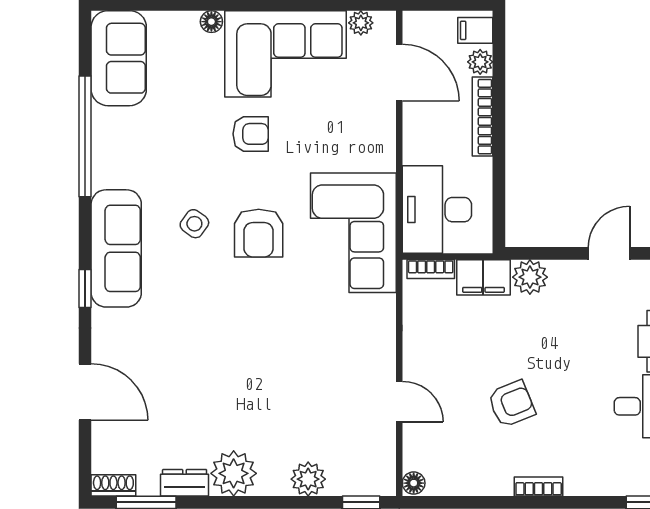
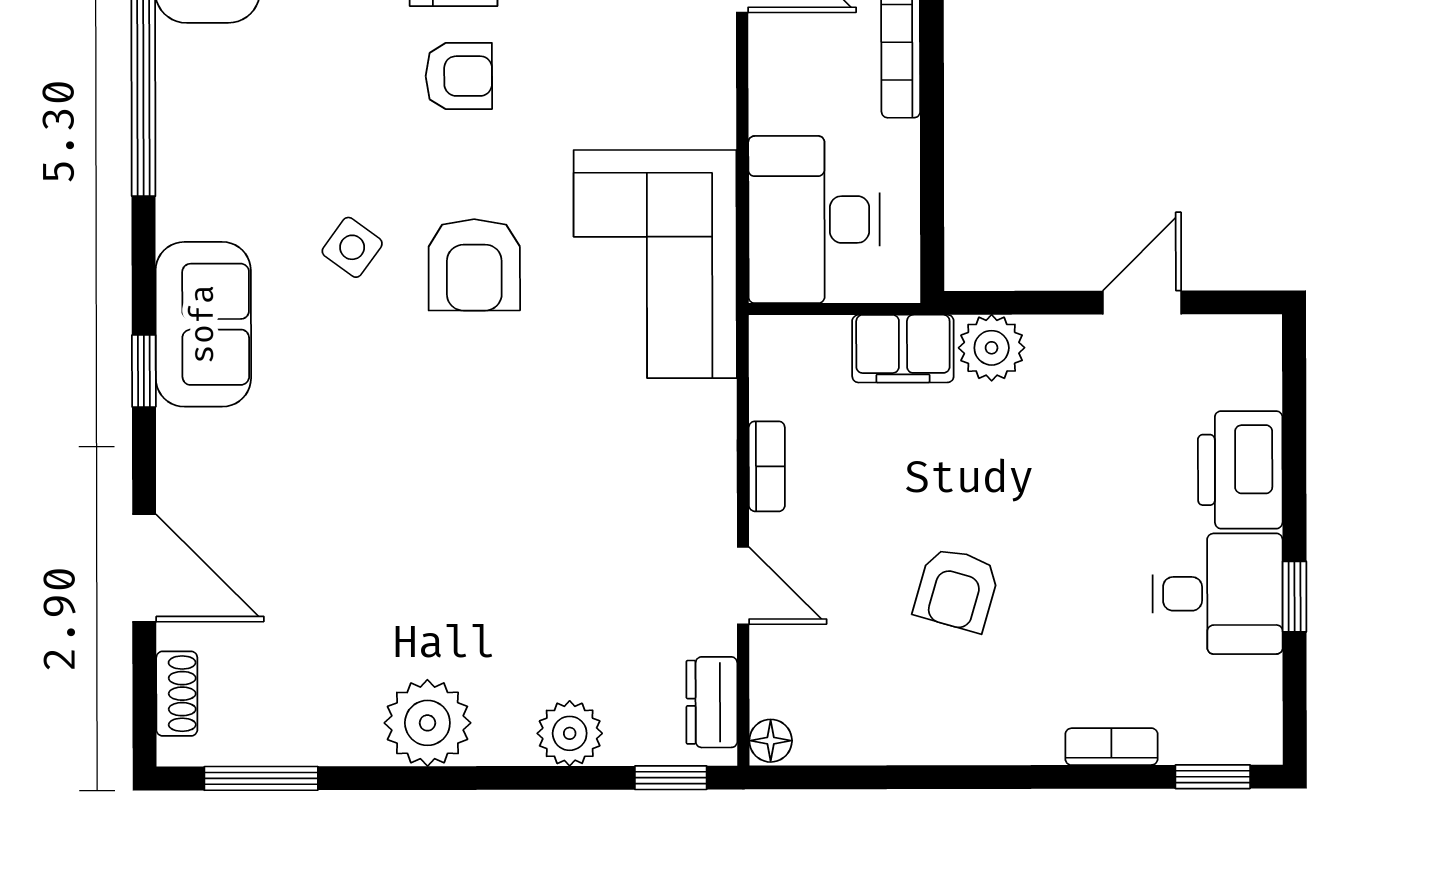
sofa: (116, 248) -> (203, 324), width x0.73
bookcase: (431, 269) -> (767, 466), moved, turned -90
armchair: (511, 404) -> (957, 589), turned 128
dresser: (185, 483) -> (712, 702), moved, turned -90
shoe rack: (113, 485) -> (177, 694), moved, turned 90
bookcase: (539, 486) -> (1111, 747), moved

